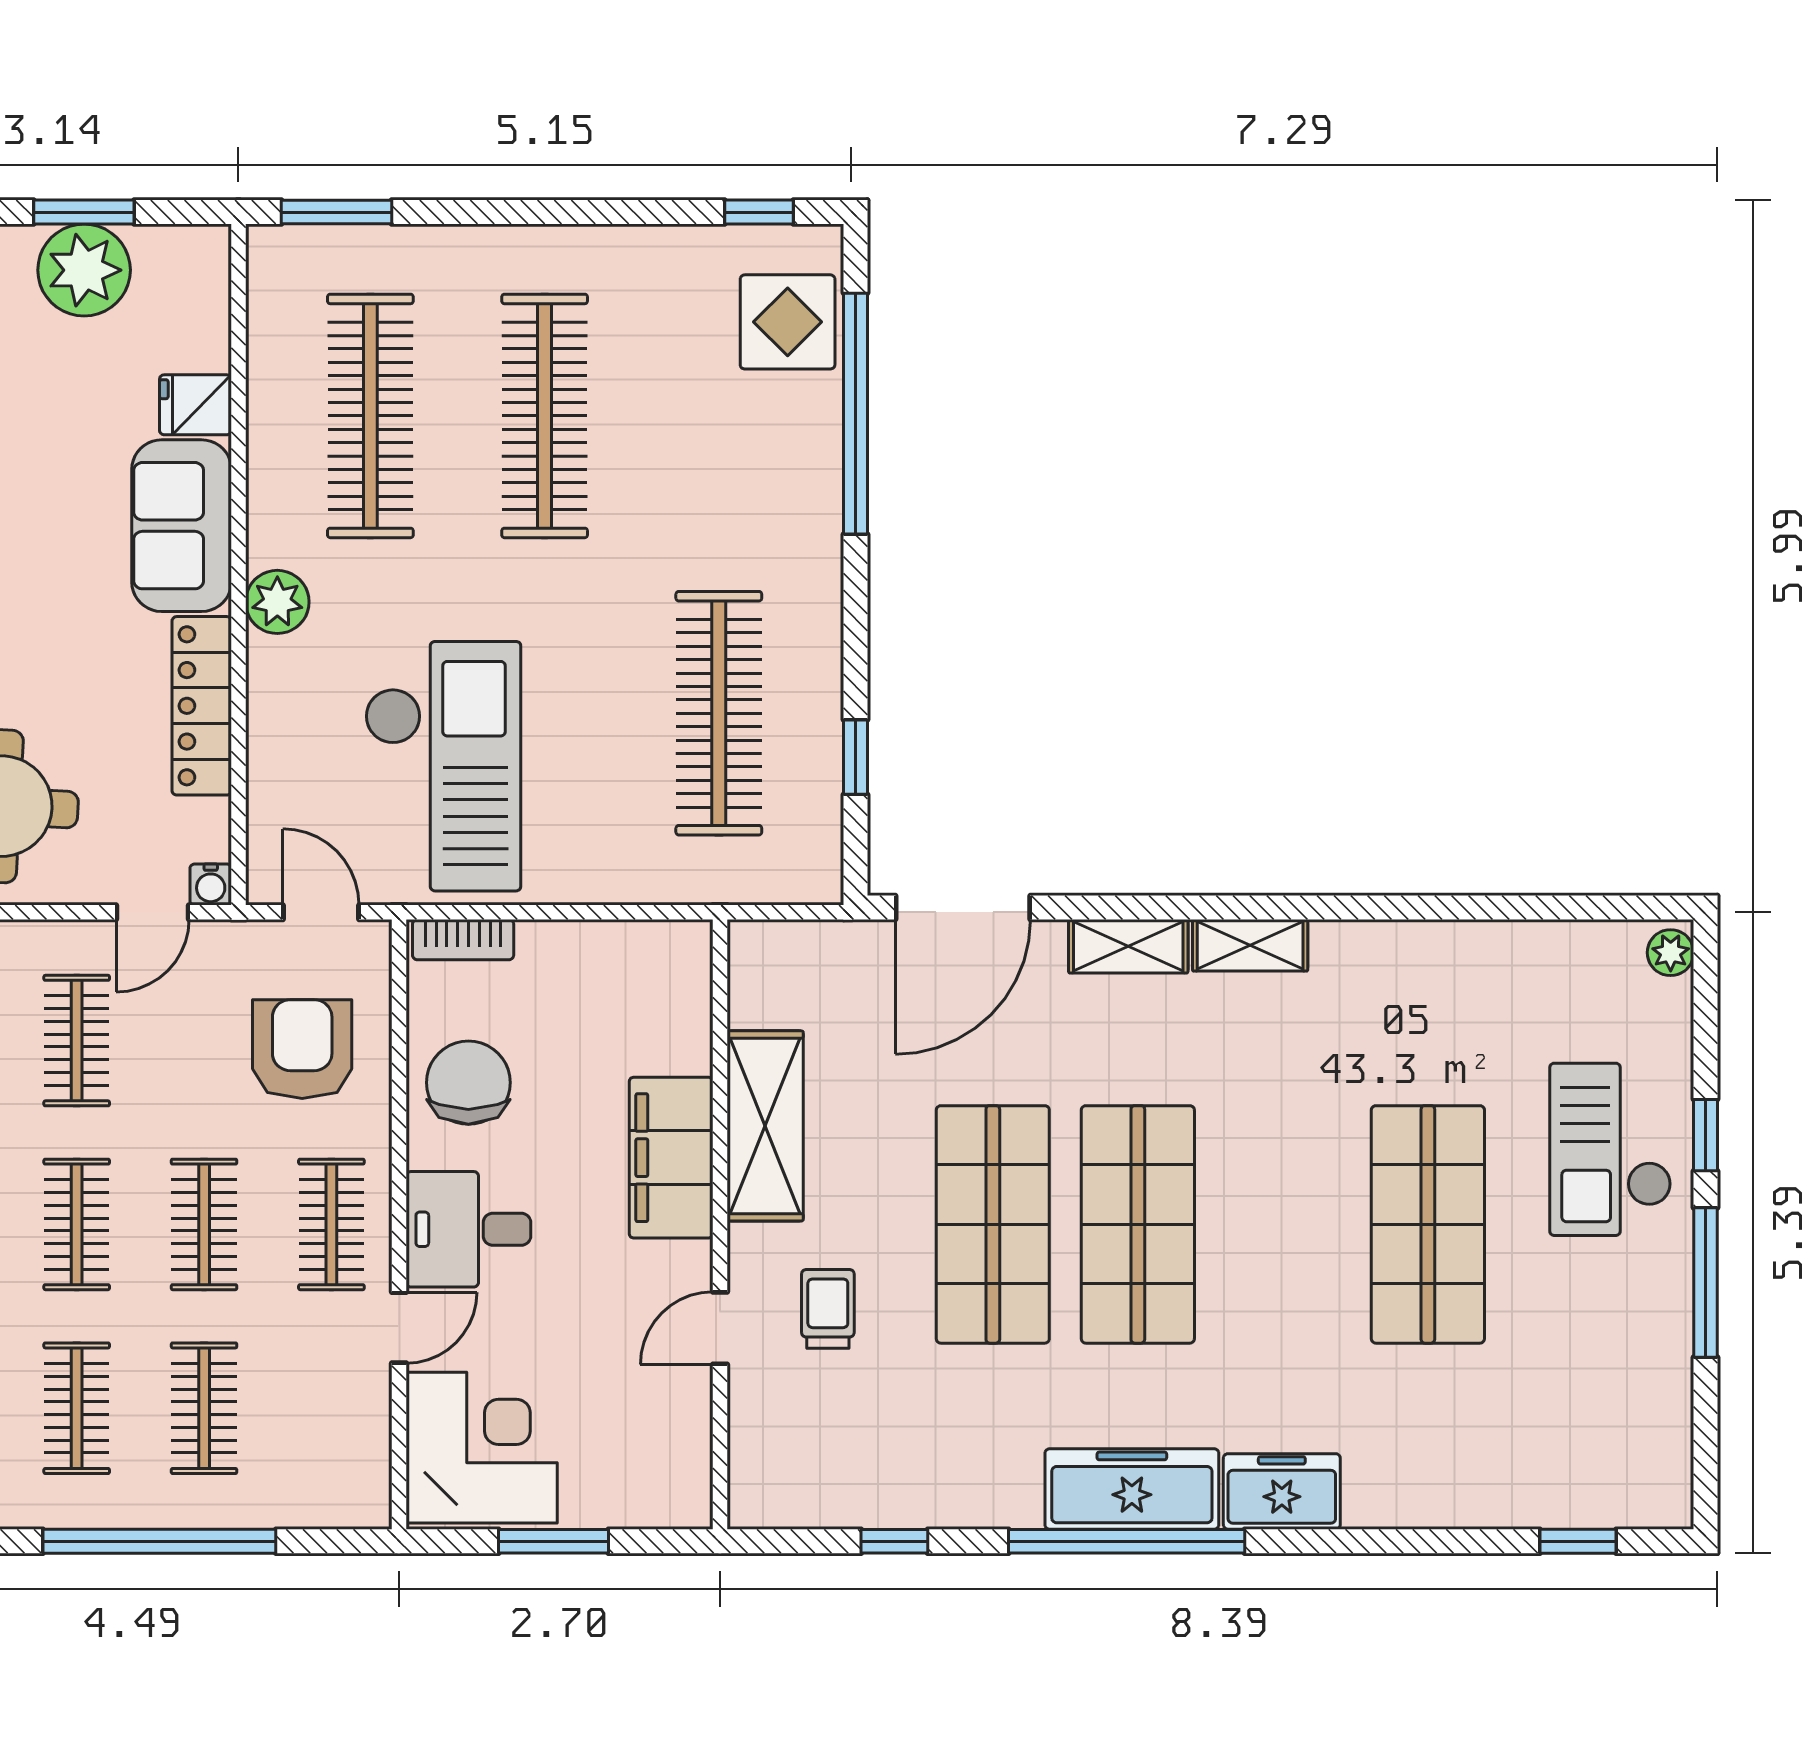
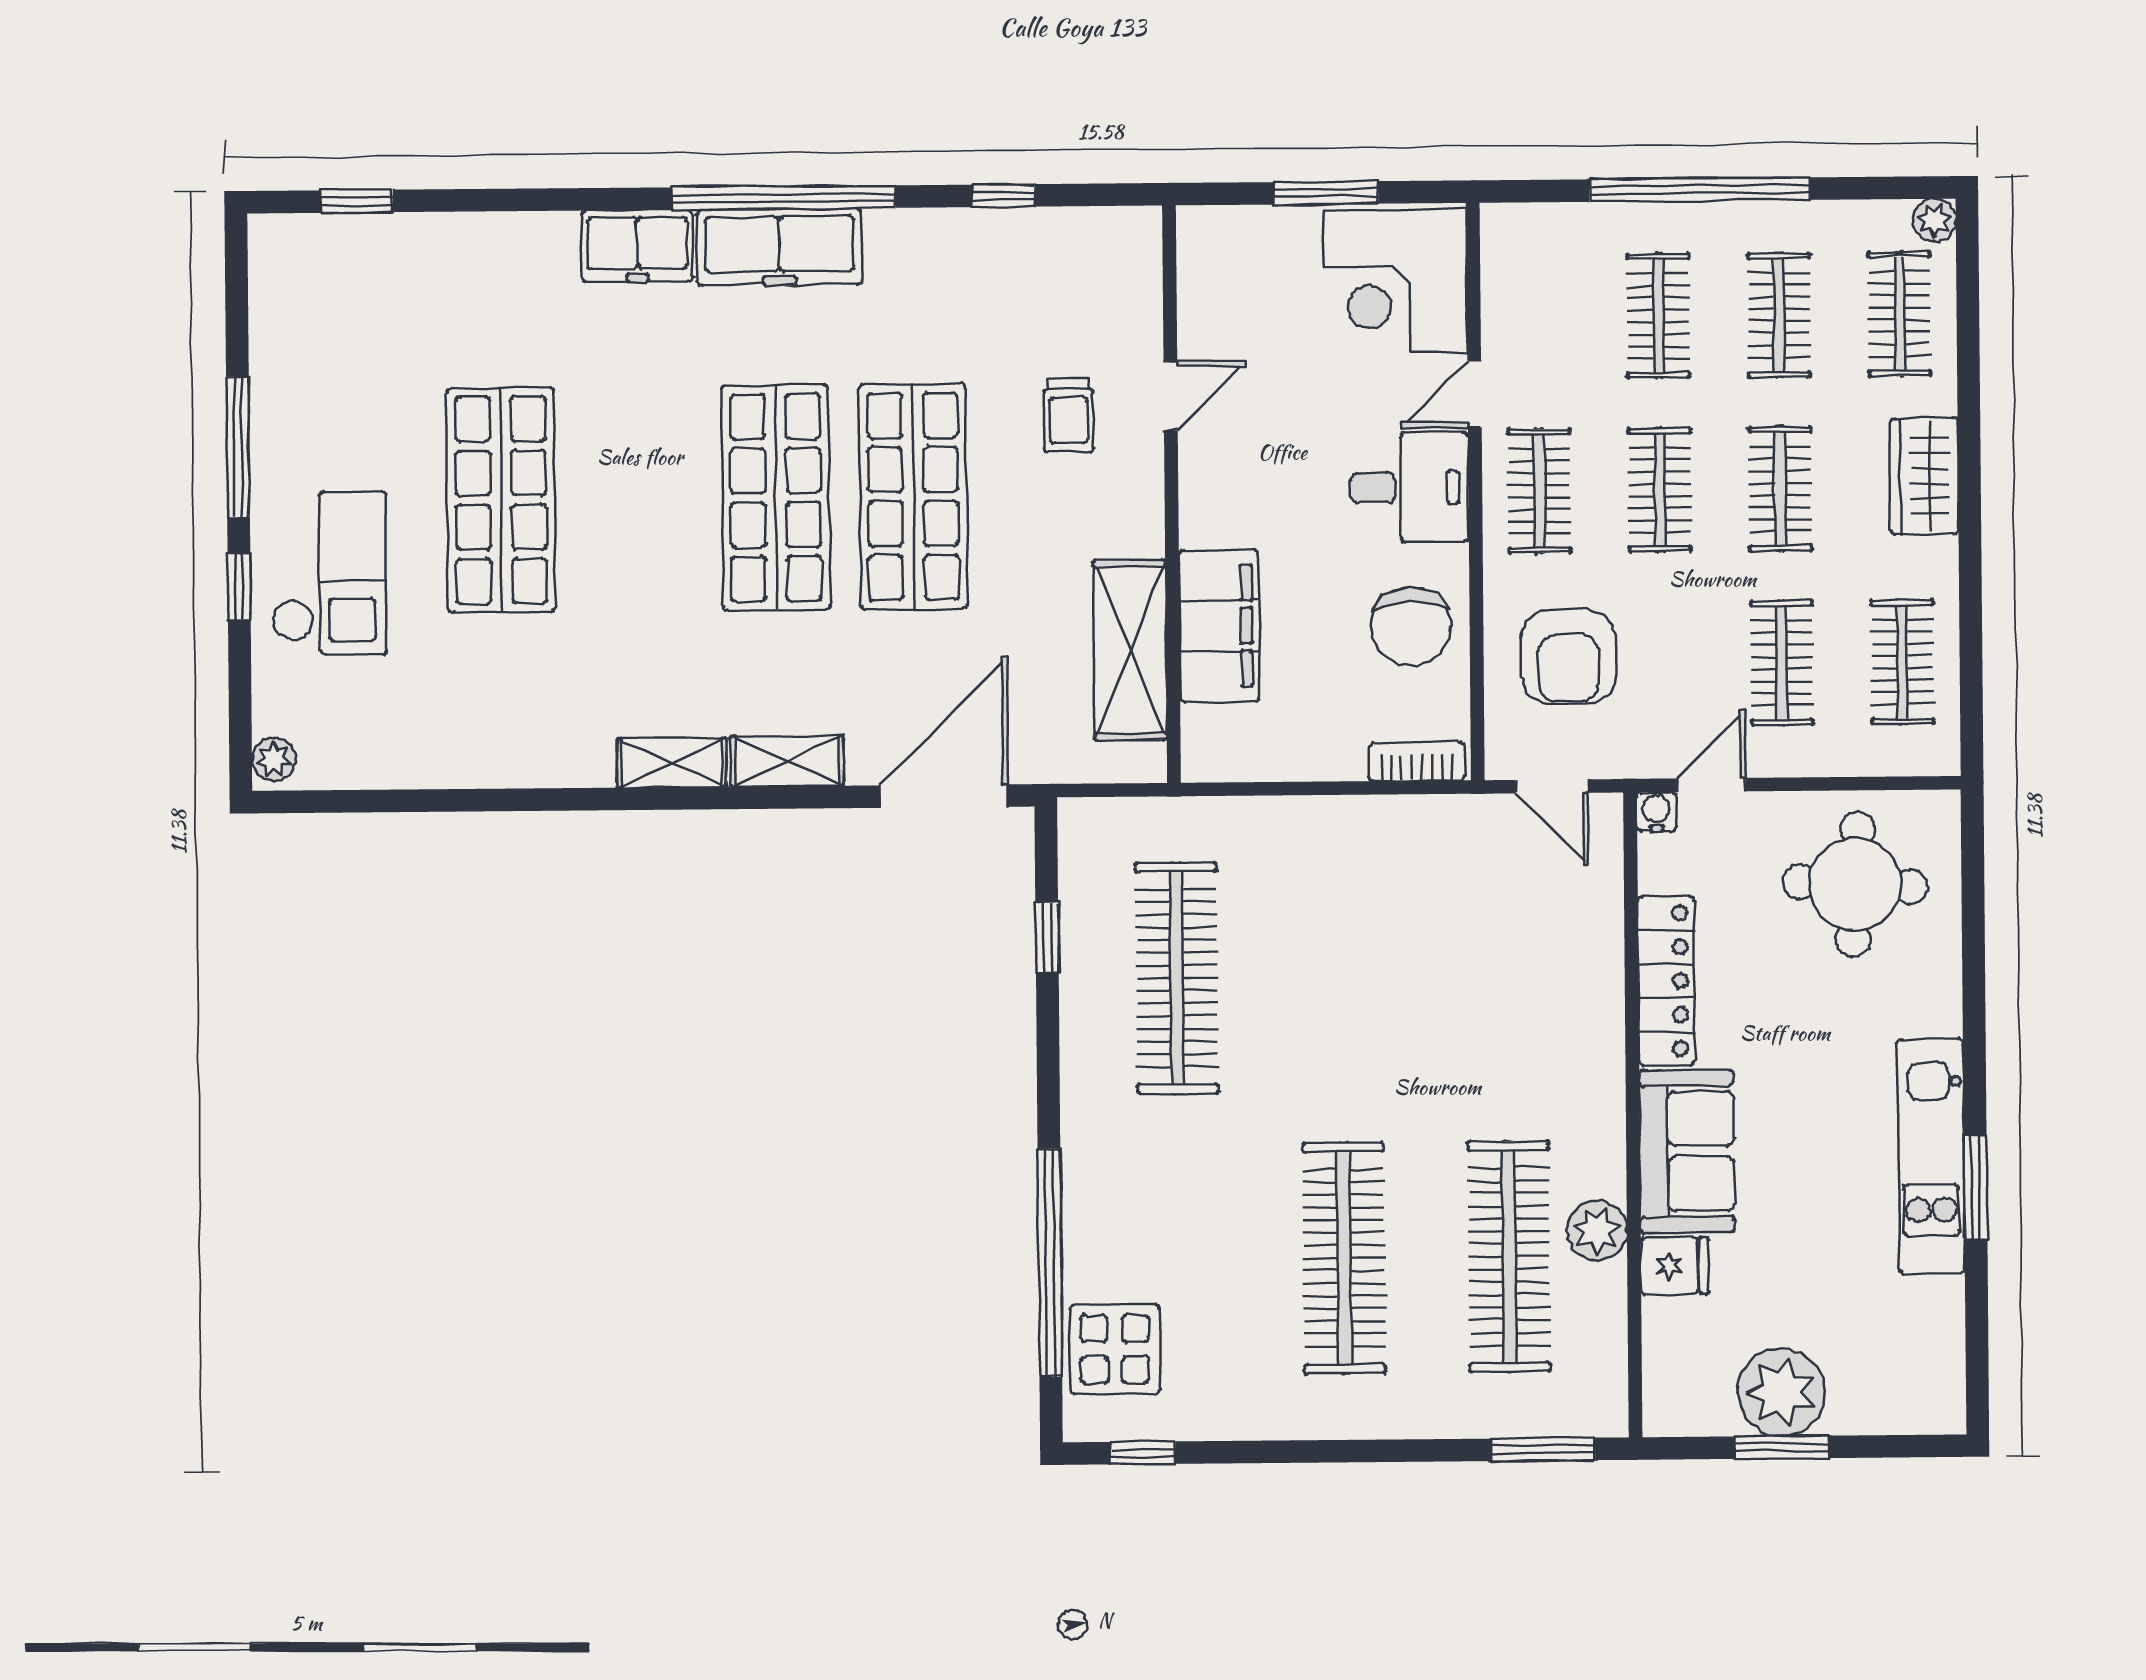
plant: (277, 602) -> (1597, 1231), moved
checkout: (443, 766) -> (1438, 926), removed
shelving: (765, 1126) -> (1130, 650), moved
filing cabinet: (671, 1158) -> (1219, 626), moved

